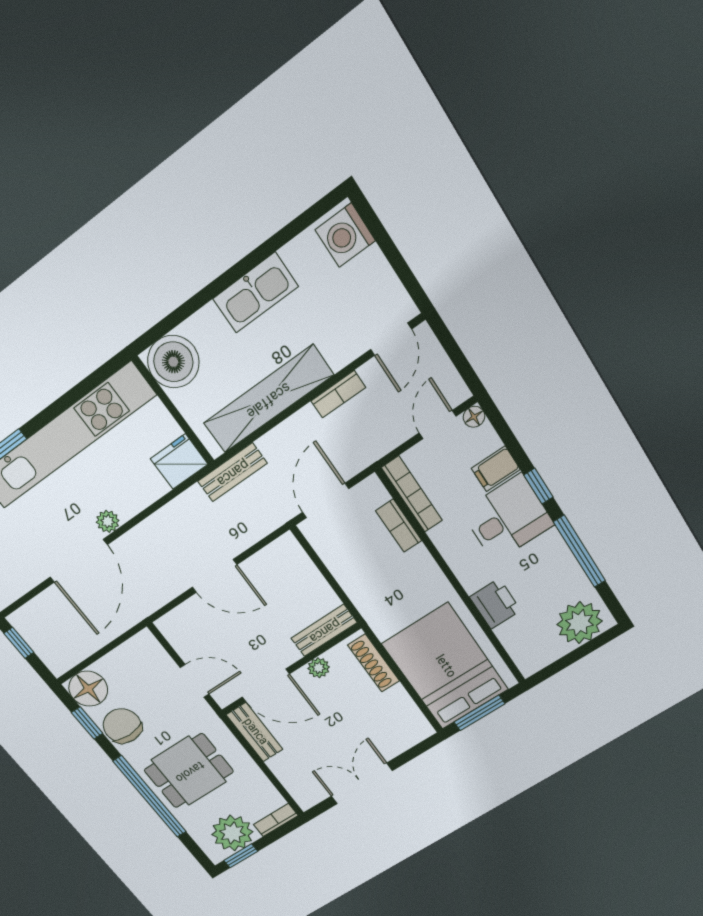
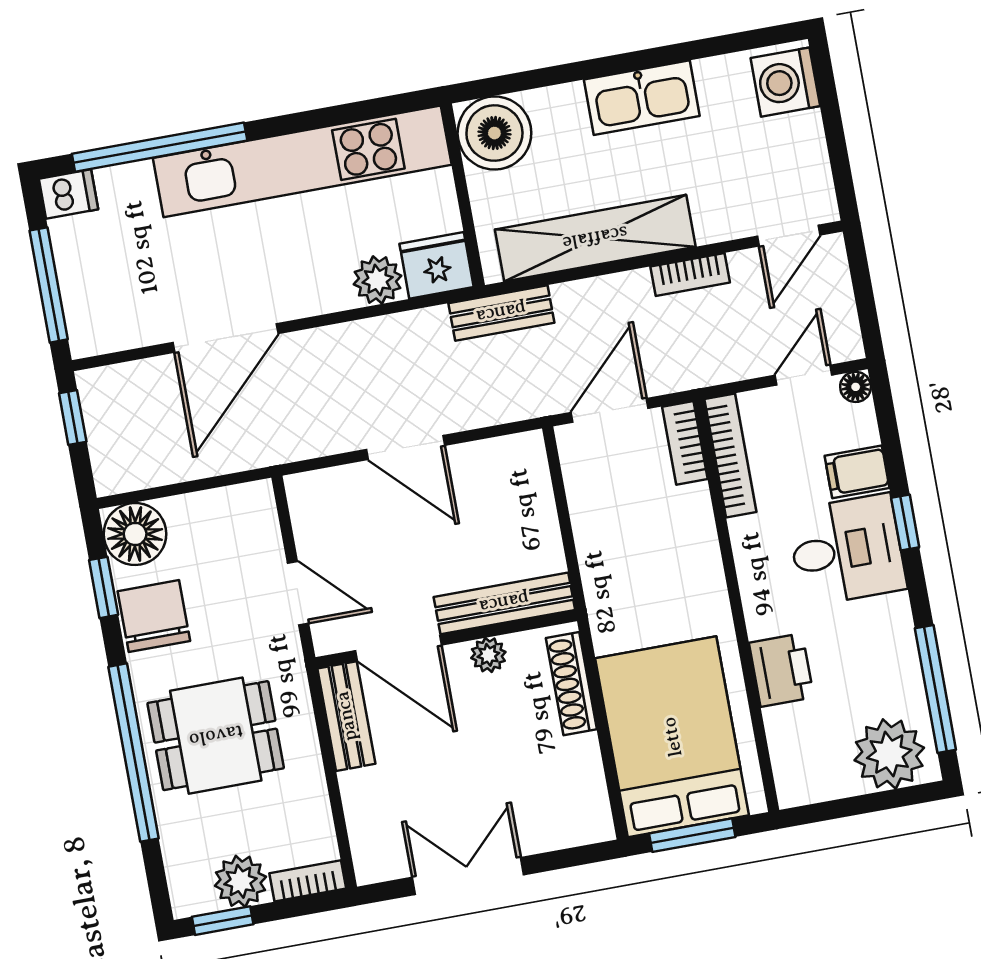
plant: (108, 521) -> (378, 280), moved, width x1.38, depth x1.38
bookcase: (399, 526) -> (685, 443), moved
window: (580, 551) -> (935, 689), moved
bench: (324, 630) -> (504, 603), width x1.36
plant: (232, 833) -> (240, 881), width x0.73, depth x0.73

